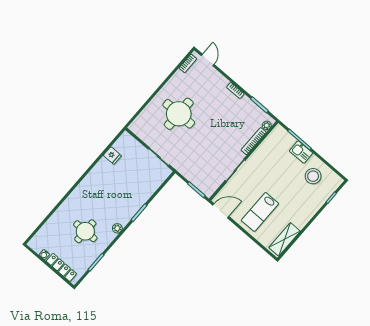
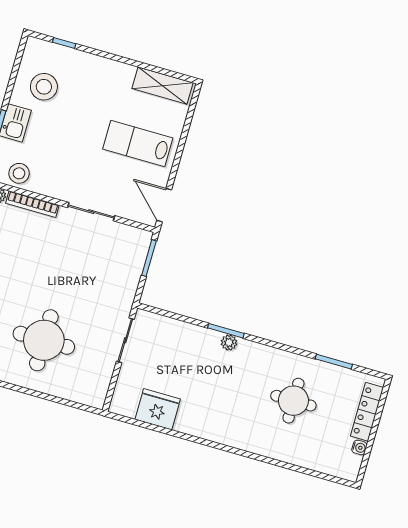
stool: (273, 142) -> (19, 173), added
fridge: (112, 156) -> (158, 409), width x1.88, depth x1.34
lab bench: (260, 212) -> (138, 143), turned 180
plant: (117, 228) -> (229, 343), moved

